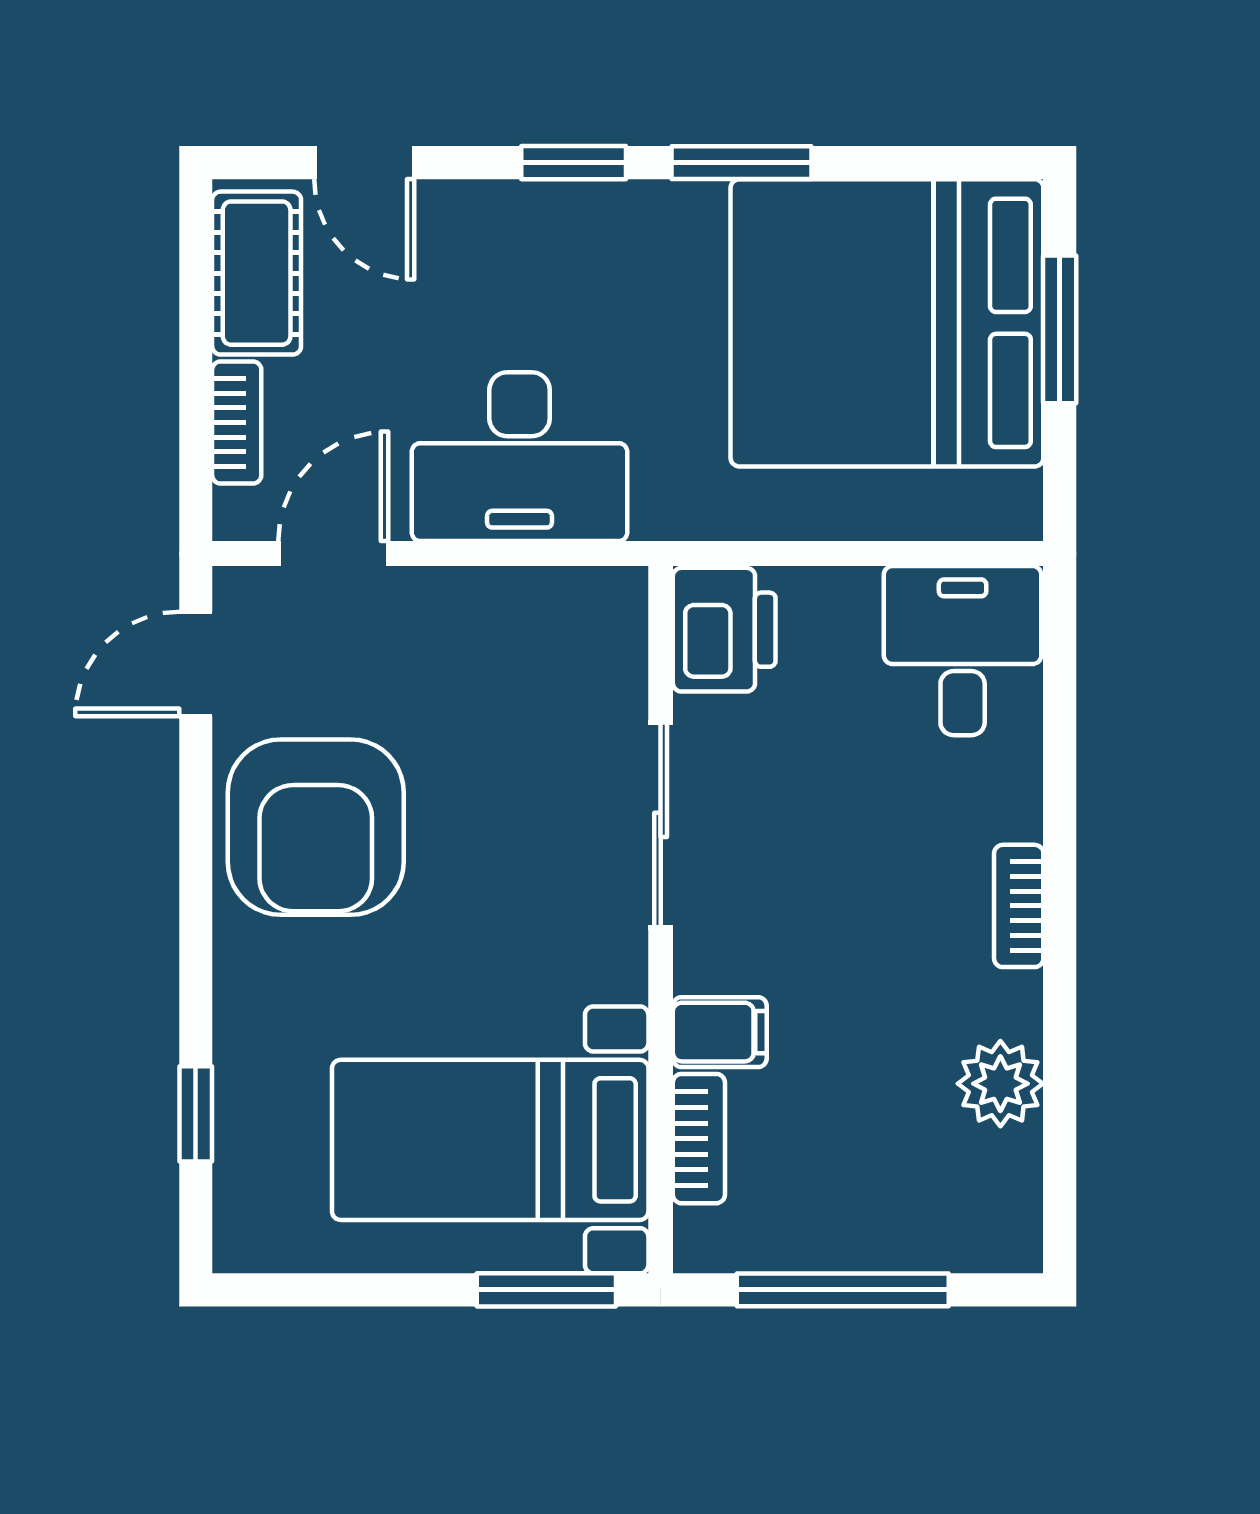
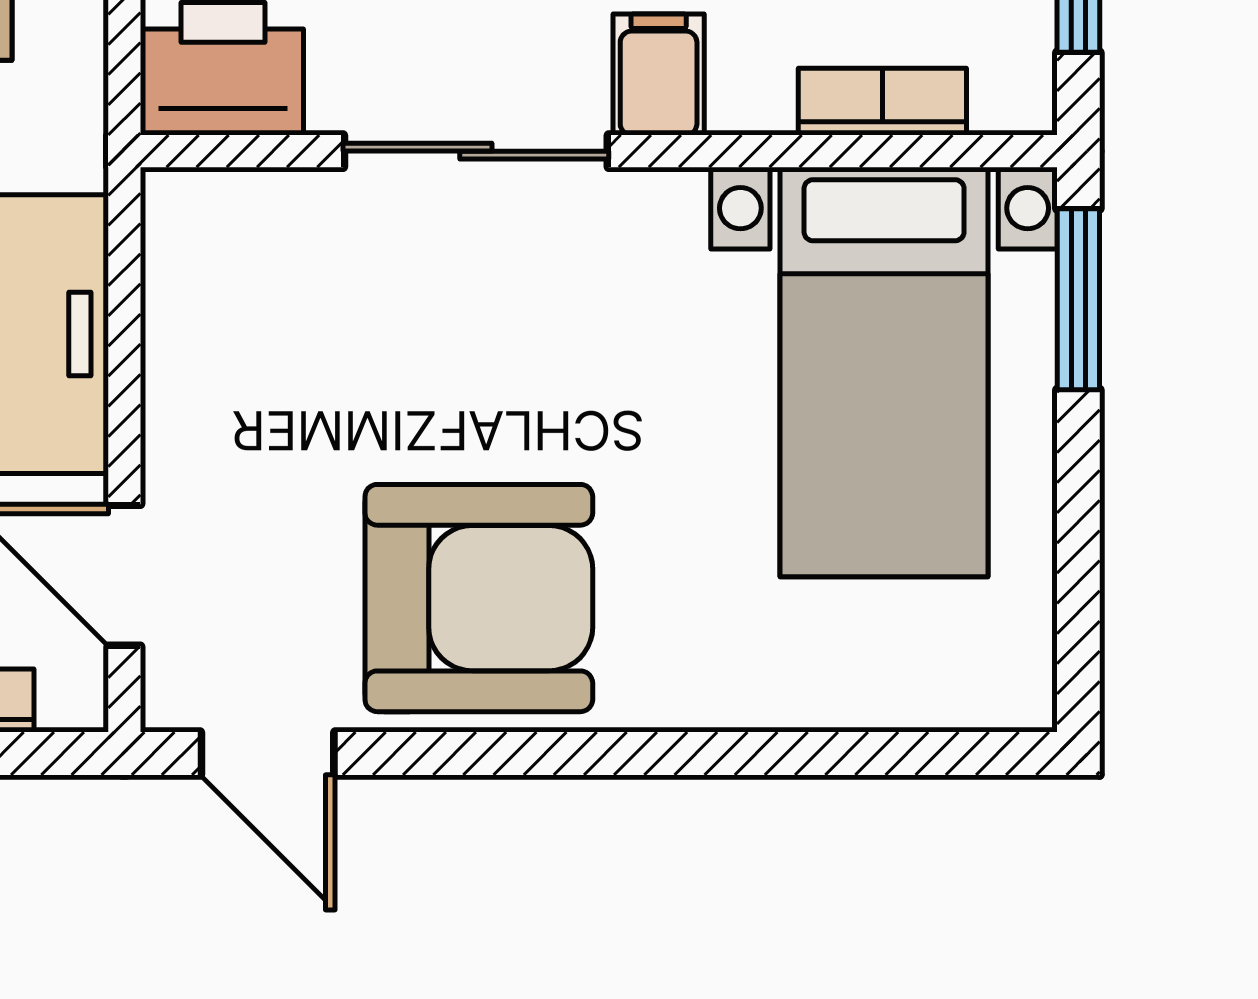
filing cabinet: (720, 1032) -> (659, 75), moved
window: (196, 1114) -> (850, 754), removed

